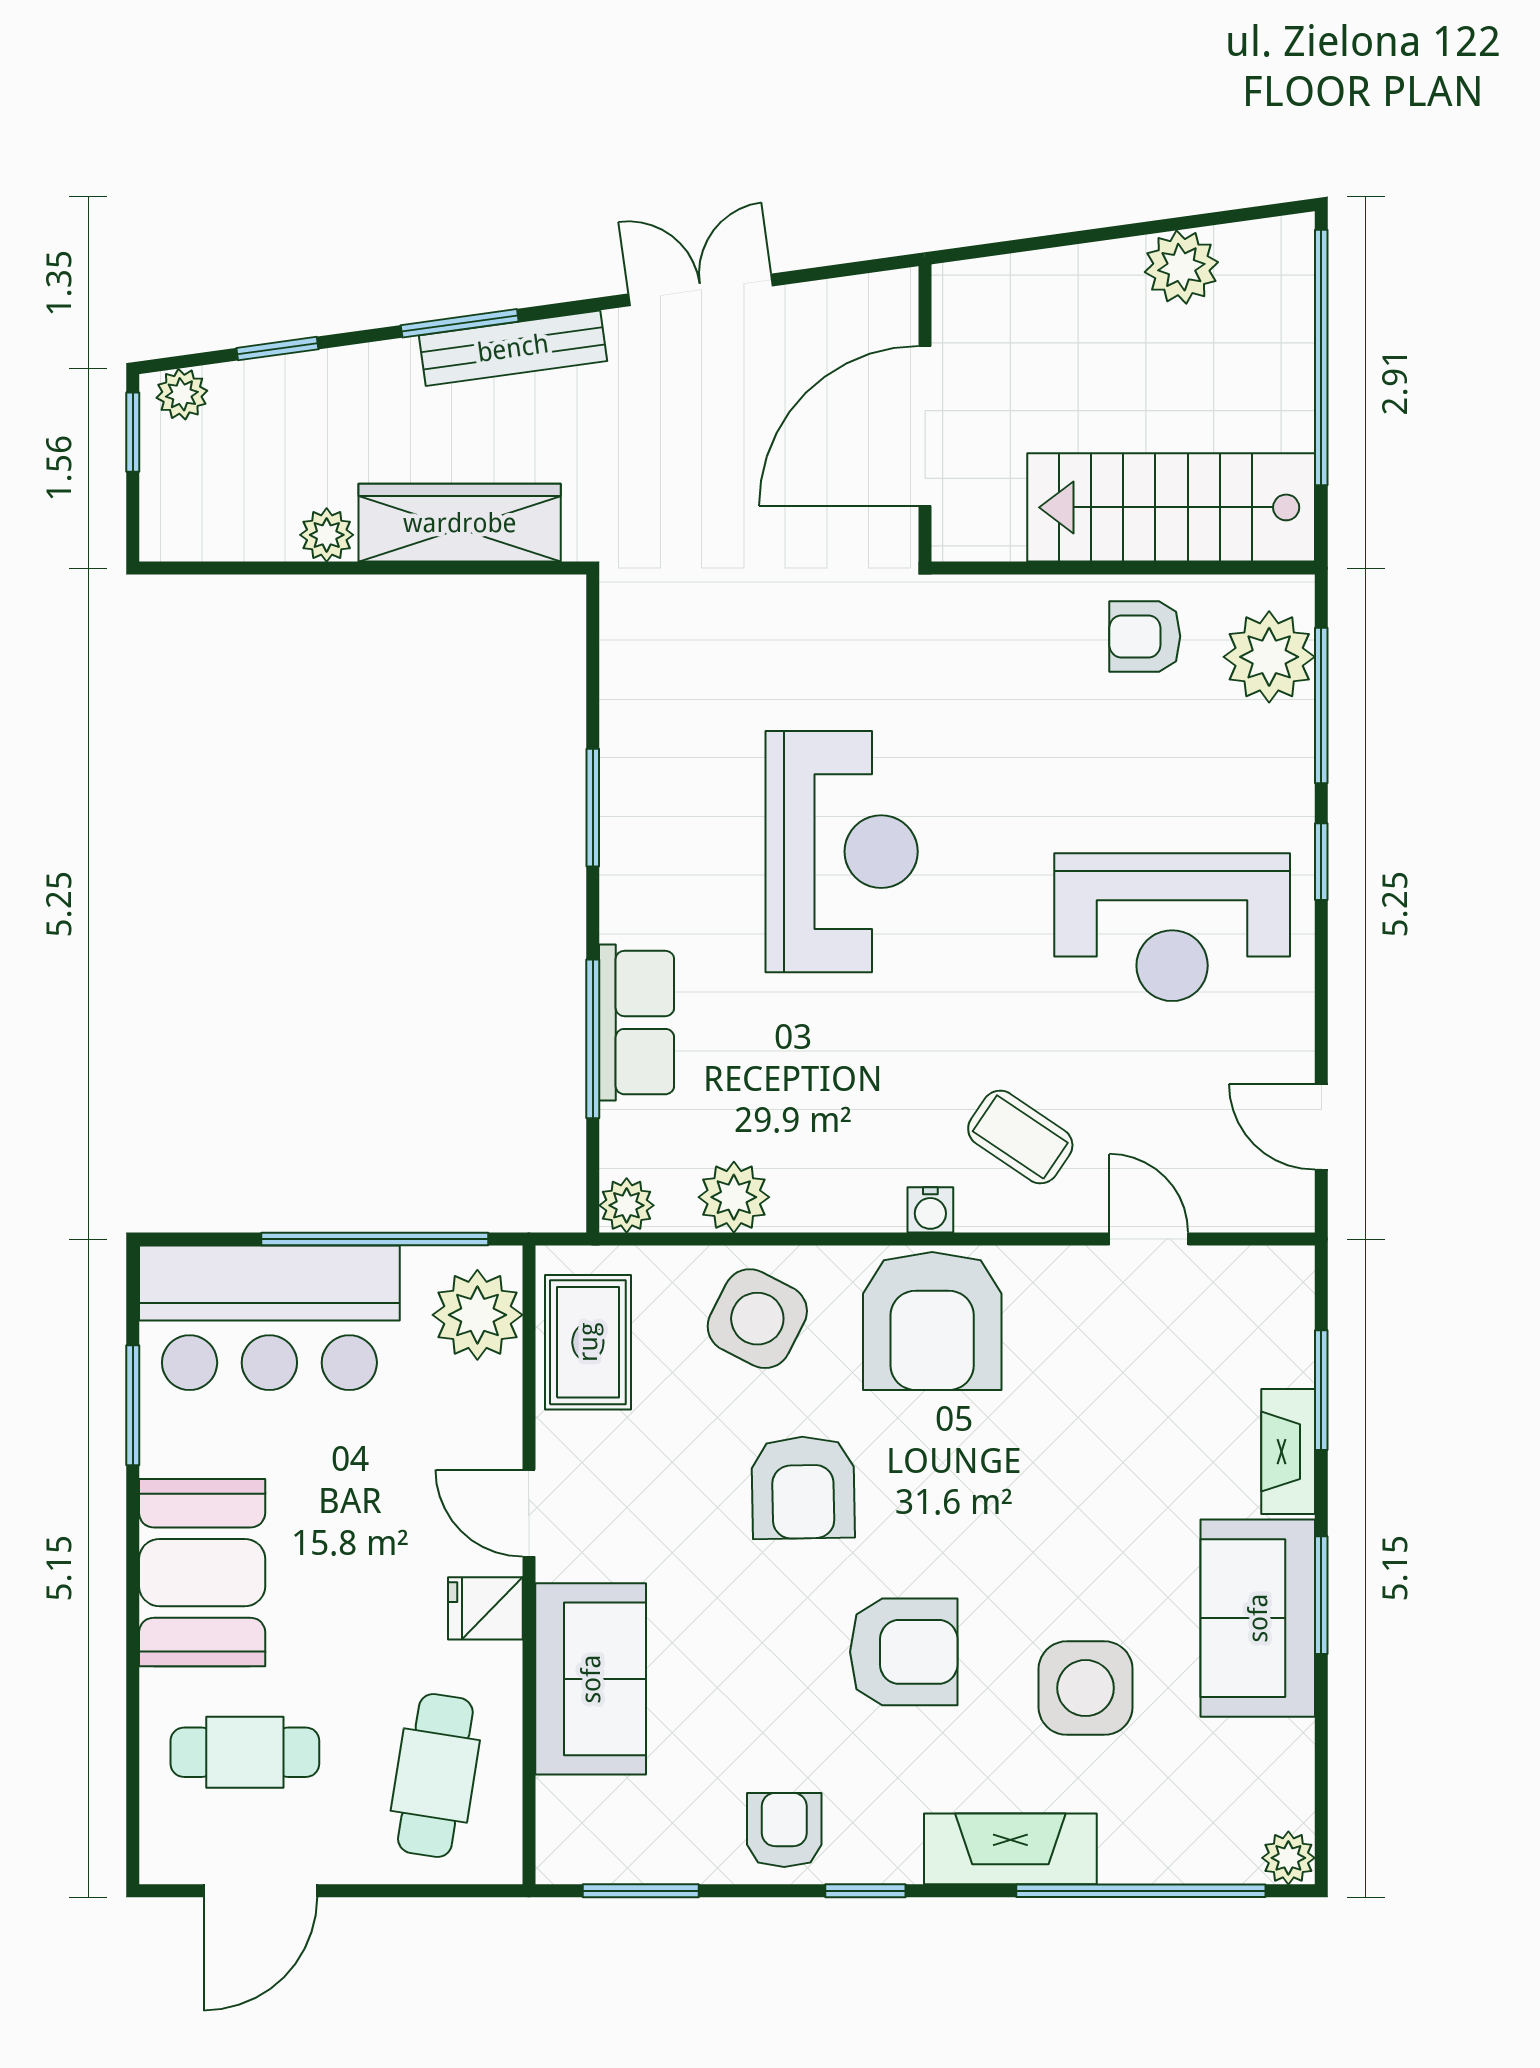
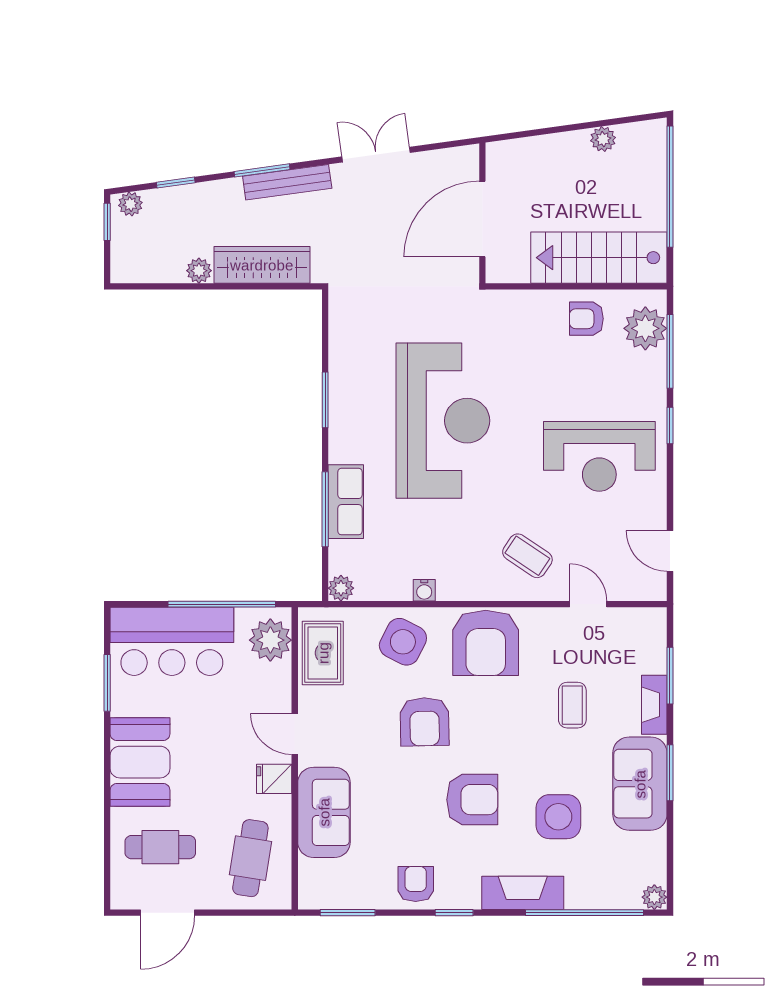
plant: (1181, 267) -> (603, 139), width x0.73, depth x0.73
reception desk: (842, 852) -> (443, 421), width x1.36, depth x1.30
plant: (734, 1197) -> (392, 584), removed
water cooler: (930, 1210) -> (424, 590), moved
coffee table: (1115, 1452) -> (572, 705), added

